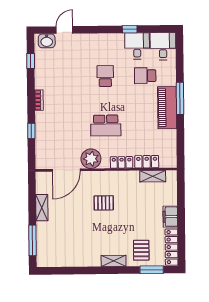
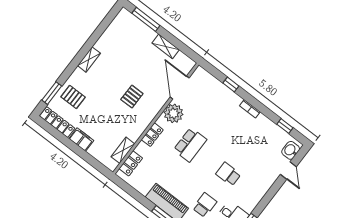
school desk: (105, 76) -> (228, 174), turned 180
school desk: (106, 126) -> (190, 145), turned 180
locker: (147, 162) -> (131, 163), moved
shelving: (114, 261) -> (89, 59), moved

